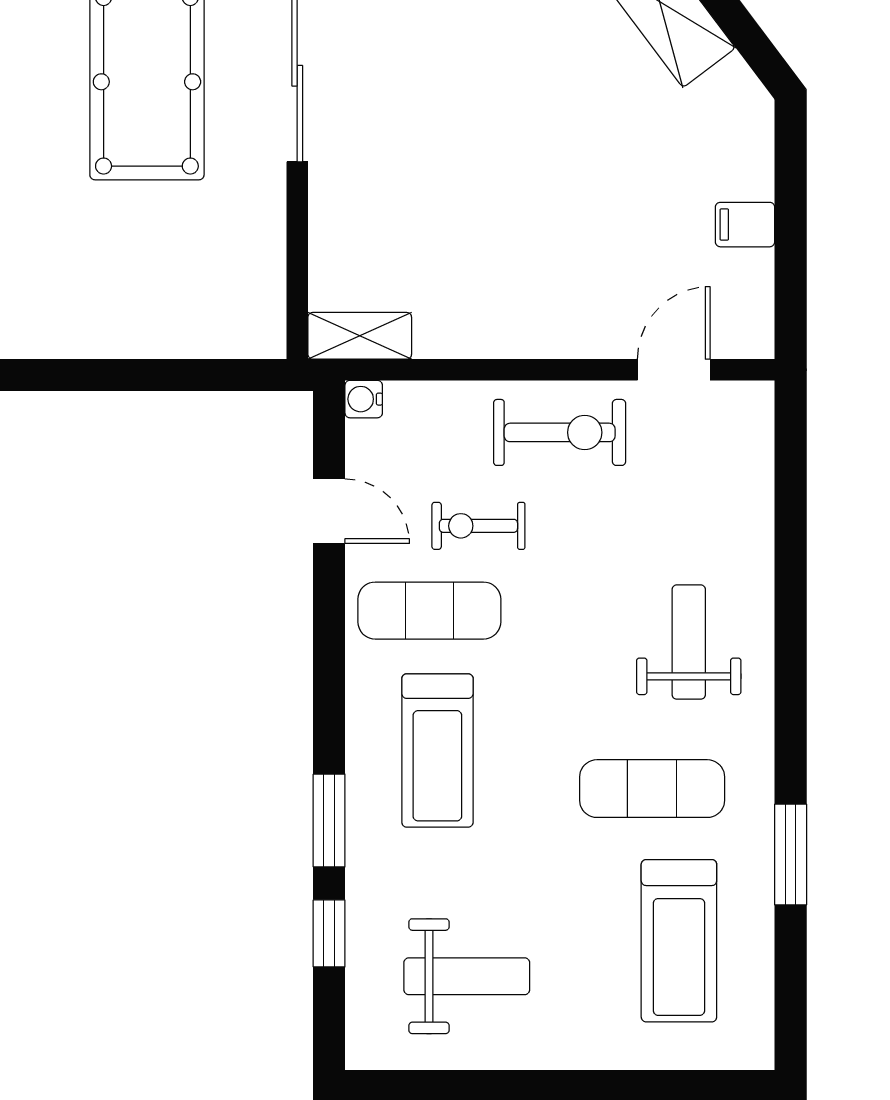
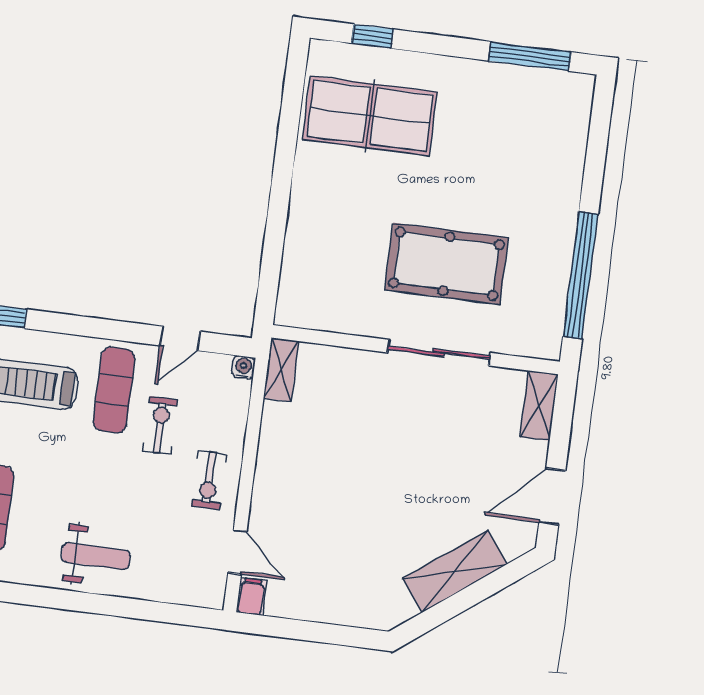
filing cabinet: (745, 225) -> (251, 596), moved
exercise bike: (560, 432) -> (209, 480), width x0.73, depth x0.72
weight bench: (689, 642) -> (96, 556), moved

